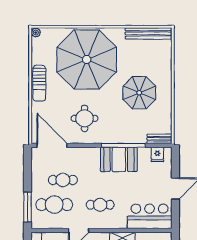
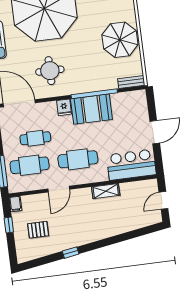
parasol: (139, 93) -> (120, 40), moved
fridge: (157, 154) -> (64, 107), moved
cafe table: (100, 205) -> (78, 159), width x1.37, depth x1.35

